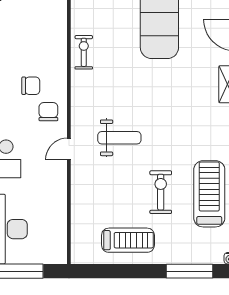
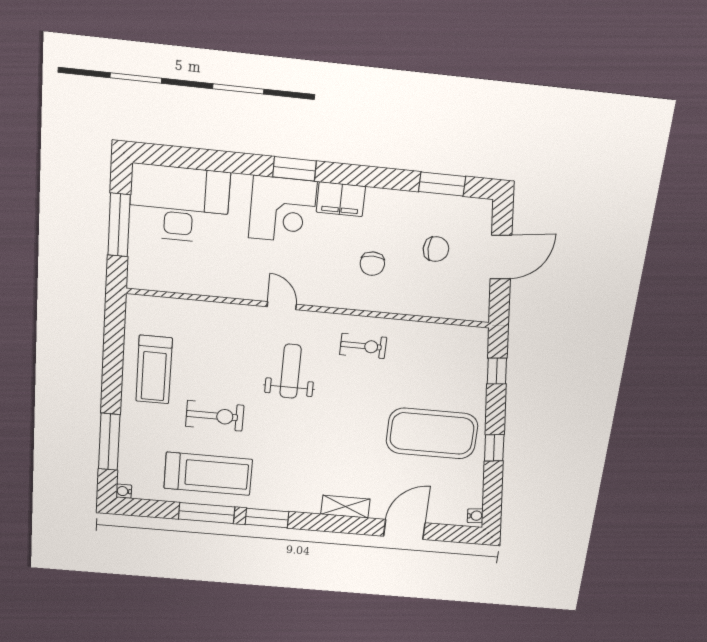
exercise bike: (84, 52) -> (363, 346), moved
chair: (48, 112) -> (436, 249), moved
weight bench: (119, 138) -> (291, 371), turned 180

